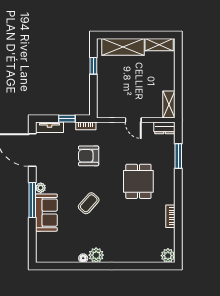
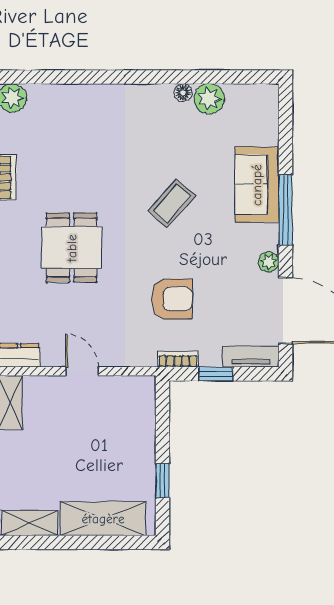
plant: (41, 188) -> (269, 262), moved
plant: (96, 255) -> (209, 99), moved

